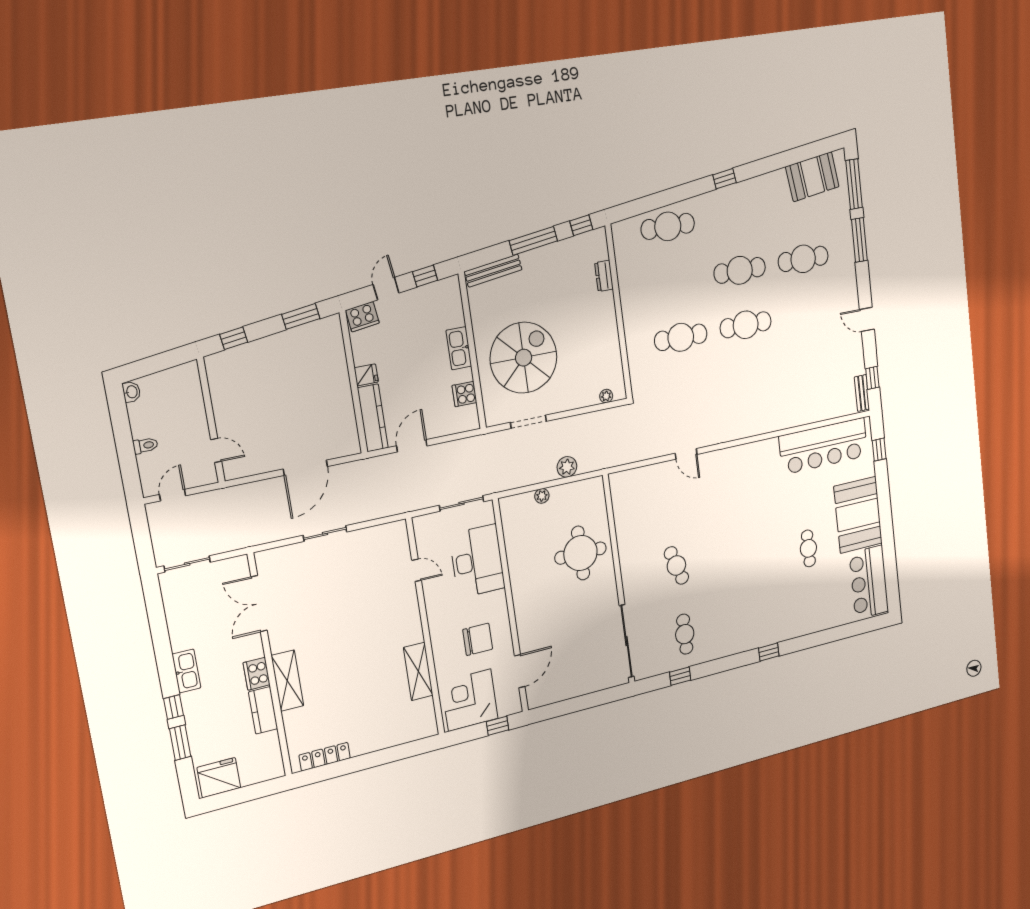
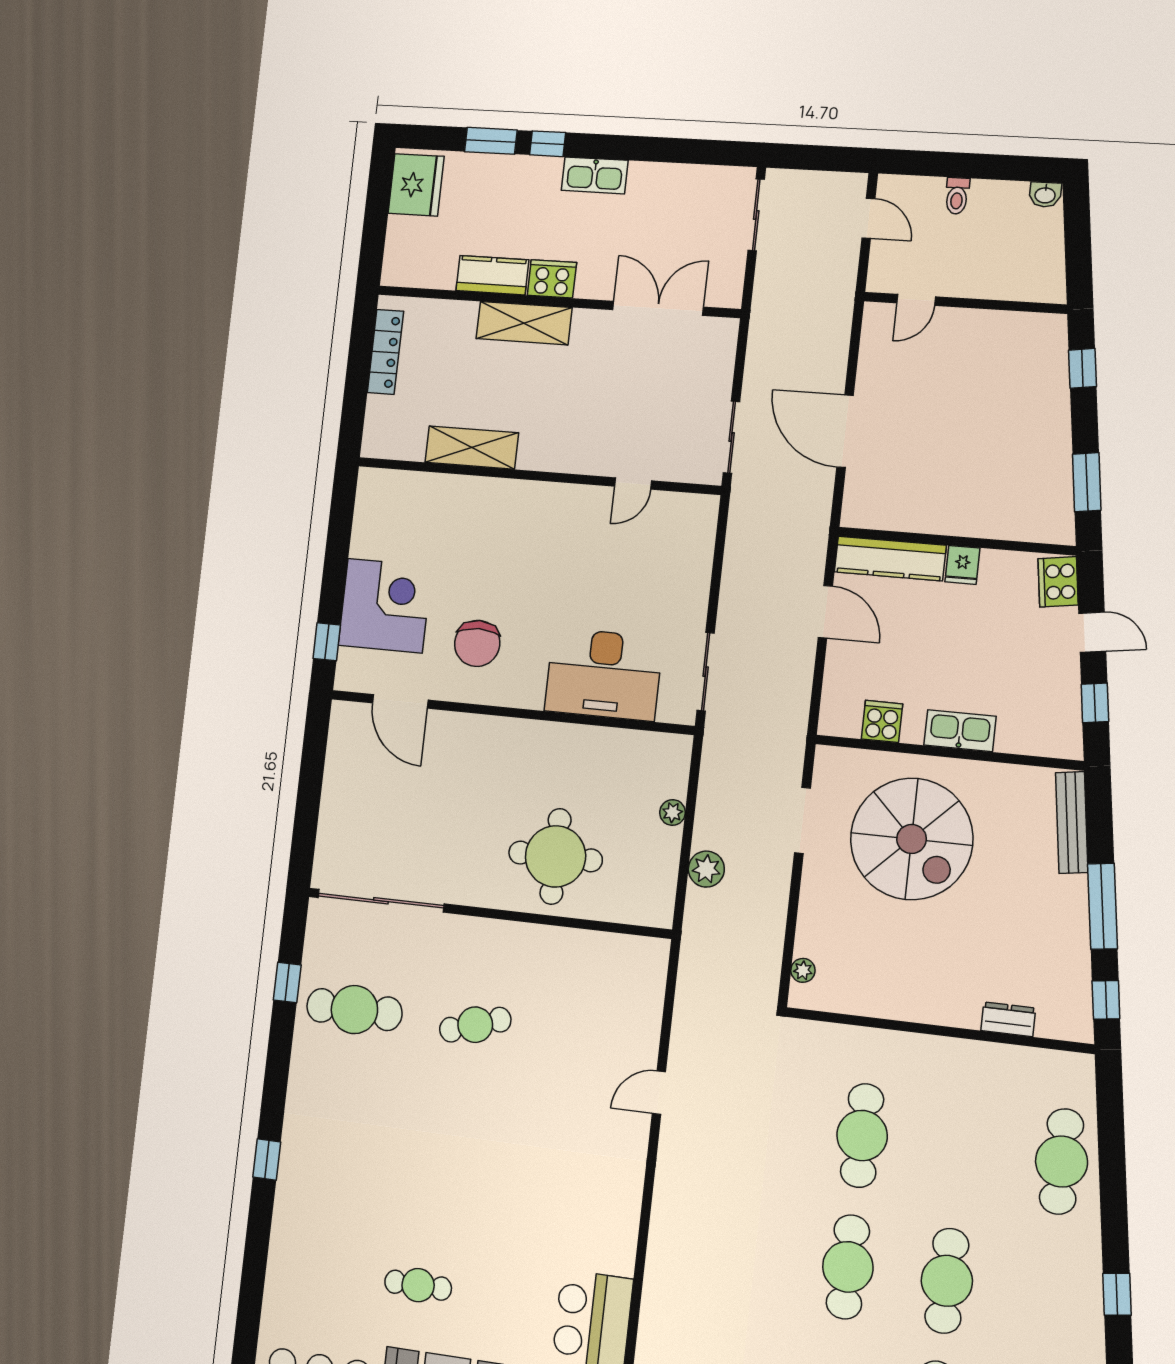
door: (417, 570) -> (633, 484), moved
wall: (425, 627) -> (537, 476), moved
cafe table: (685, 634) -> (354, 1010), width x1.37, depth x1.35
shelving: (418, 671) -> (472, 448), moved

